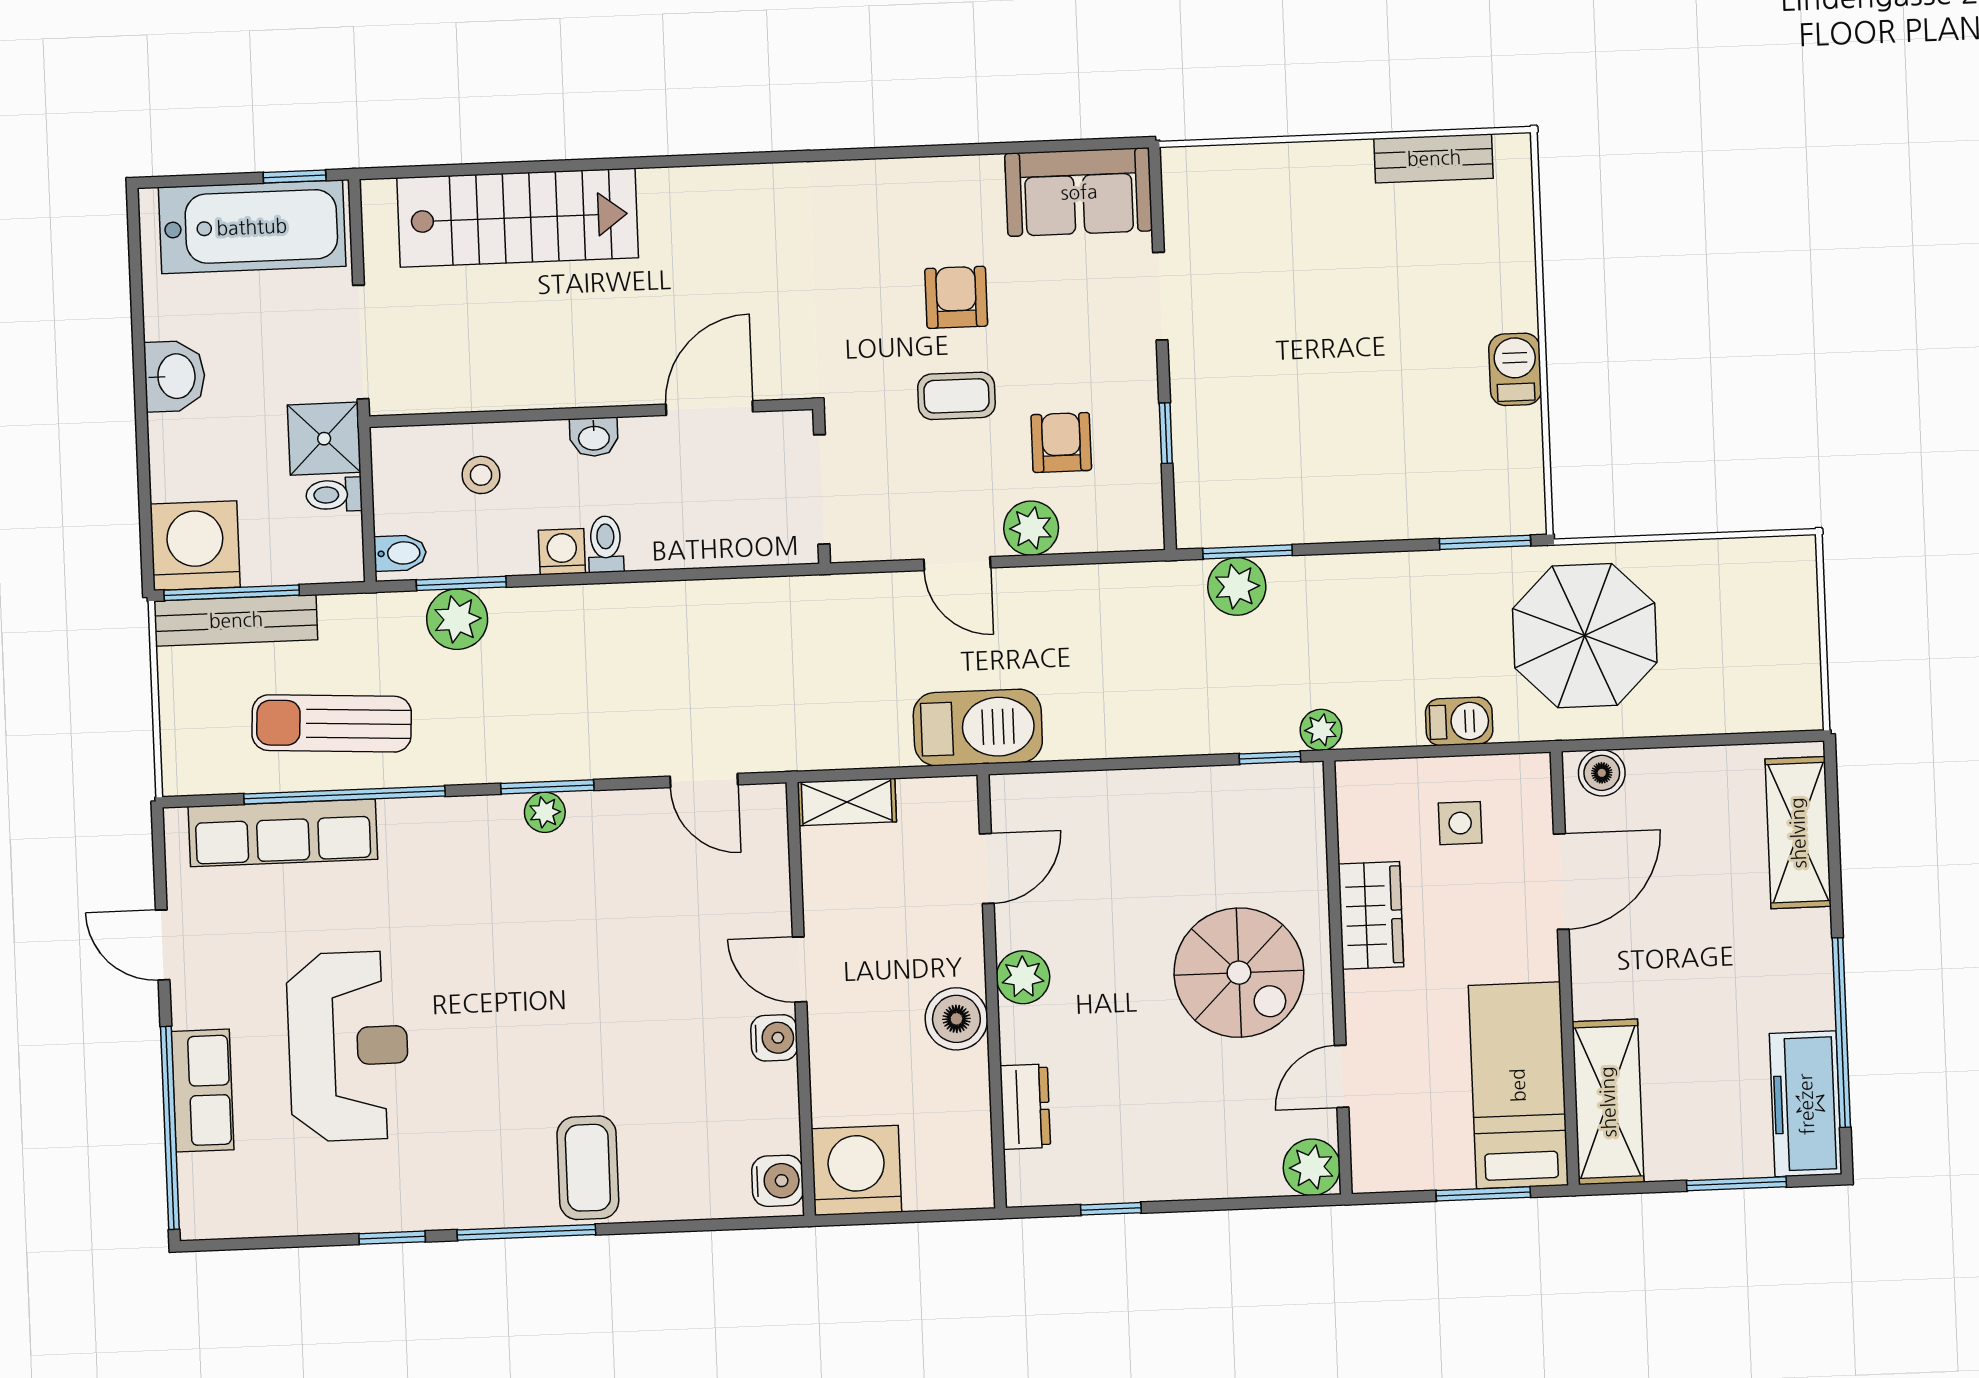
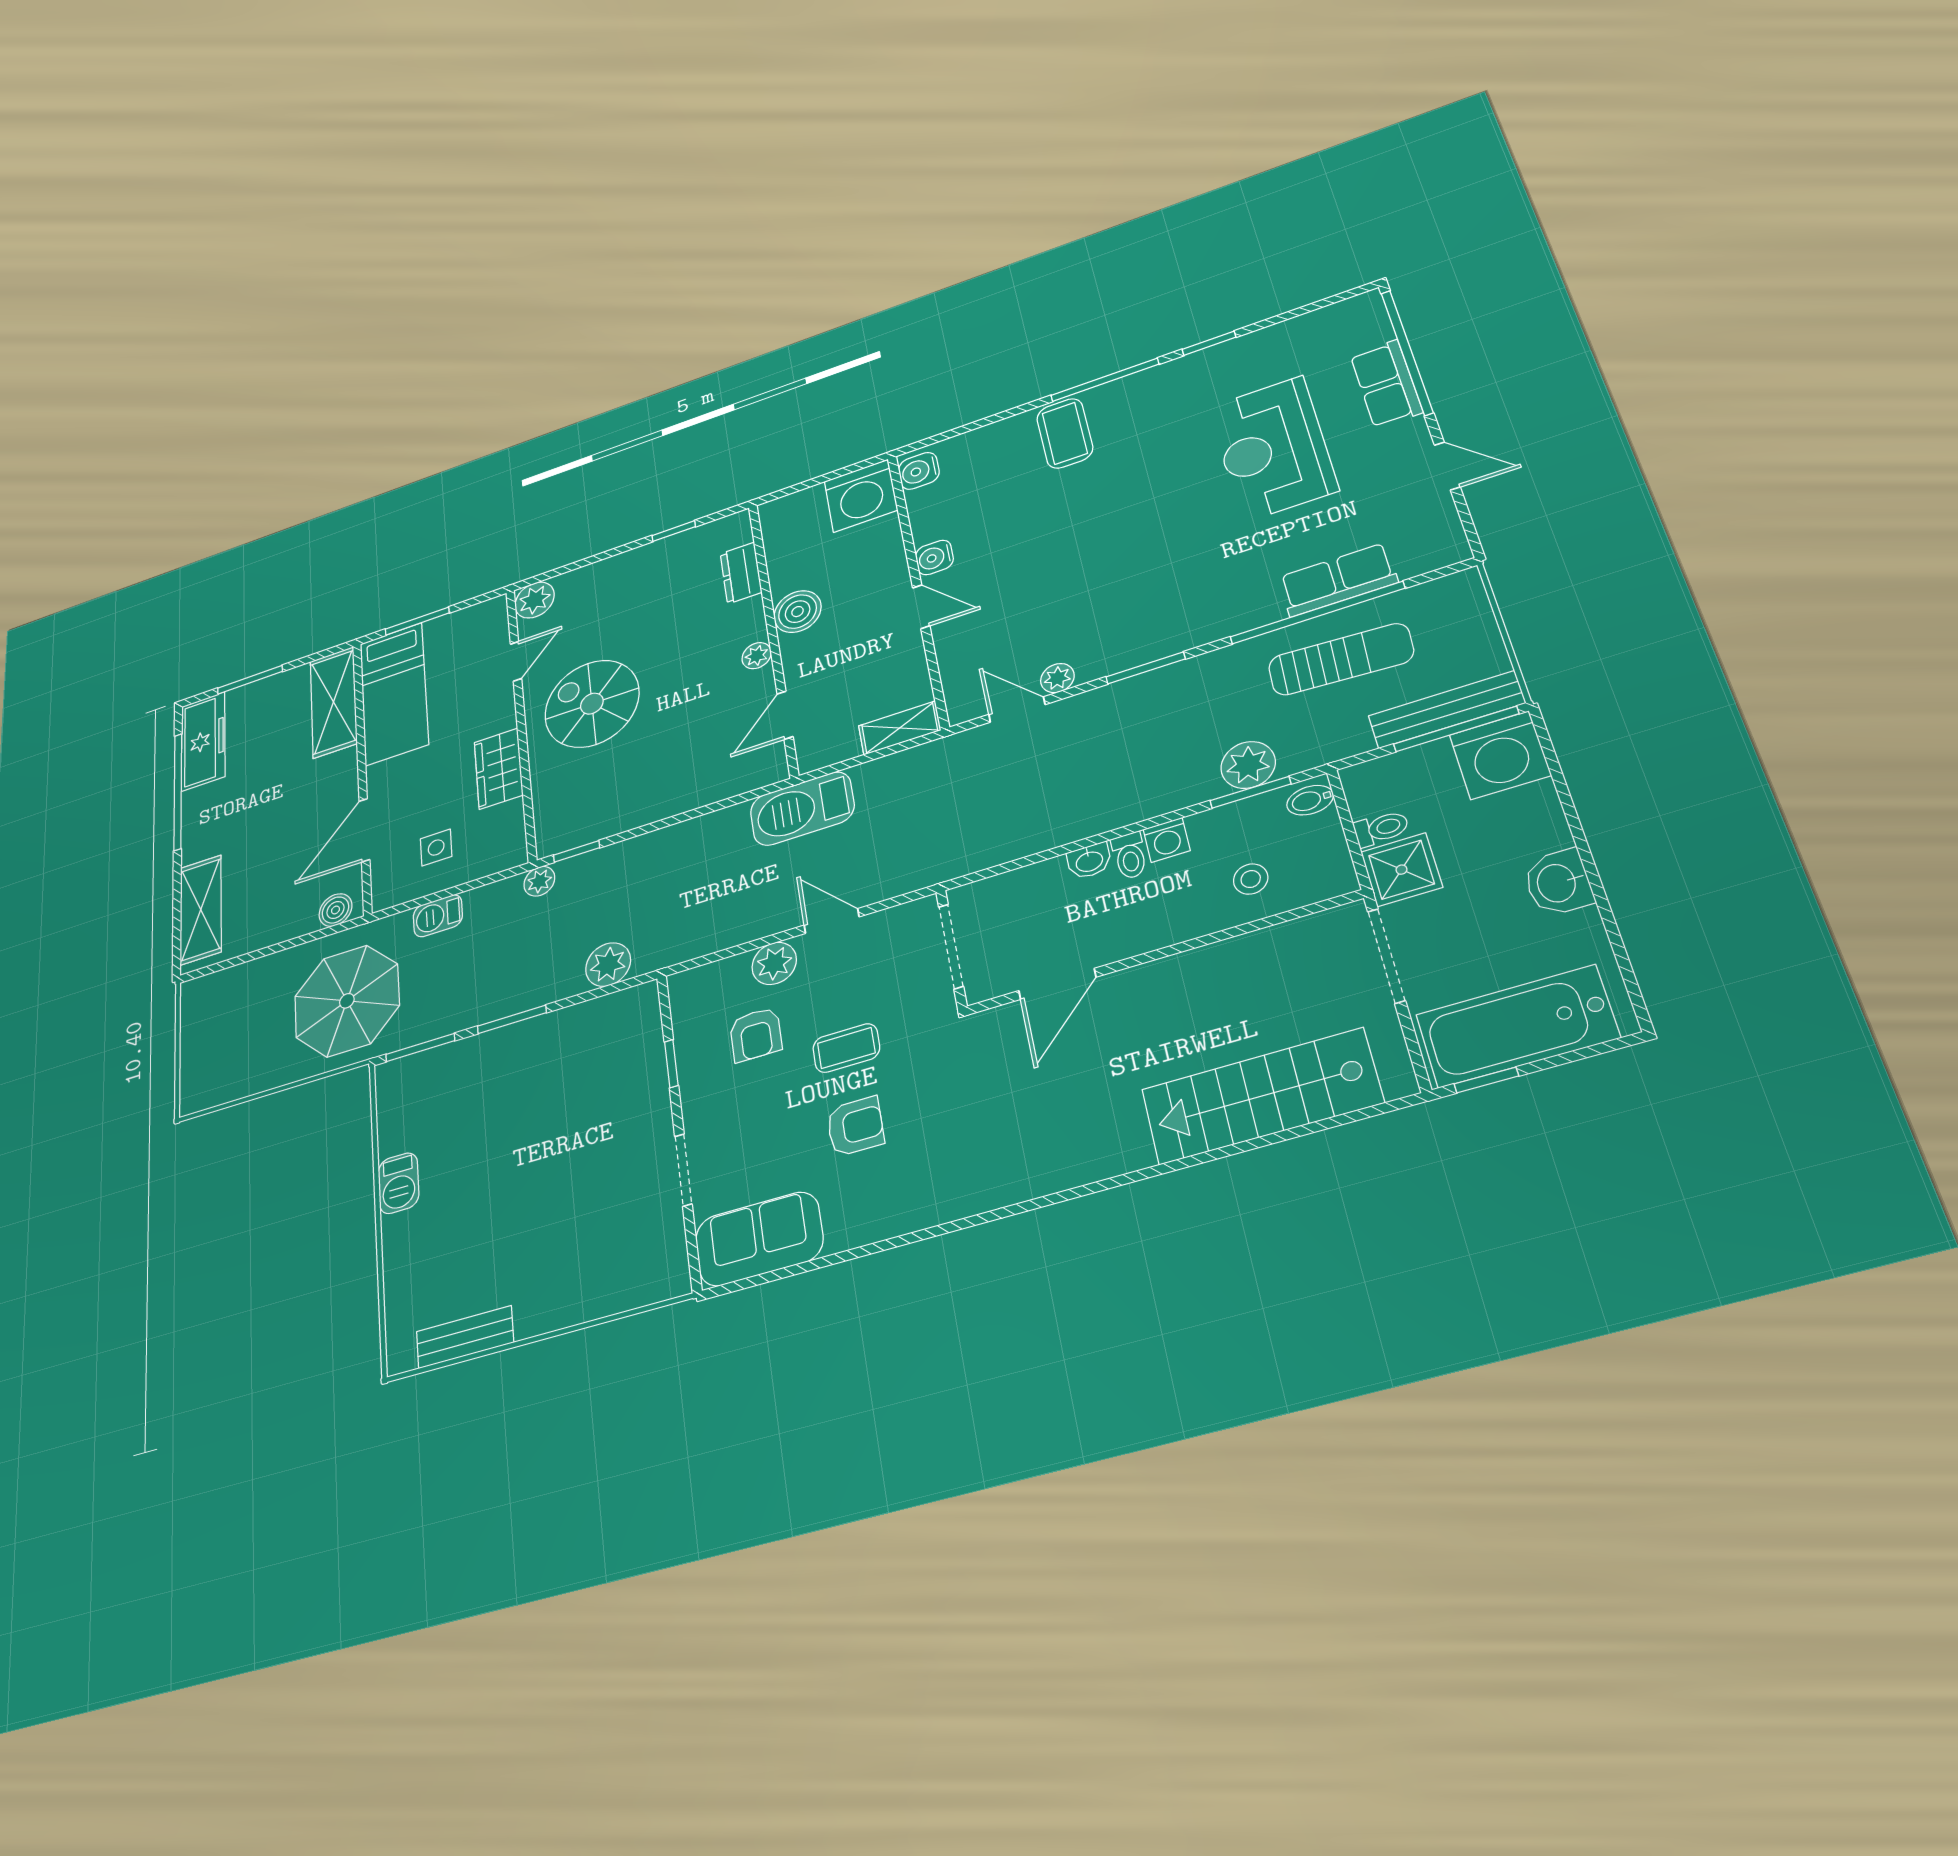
armchair: (956, 297) -> (855, 1126), turned -90
washbasin: (594, 437) -> (1089, 861), moved, turned 180
window: (1248, 552) -> (512, 1019), moved
plant: (545, 812) -> (1057, 678), moved
row of seats: (283, 833) -> (1338, 580), width x0.68
plant: (1023, 977) -> (757, 656), width x0.73, depth x0.73

